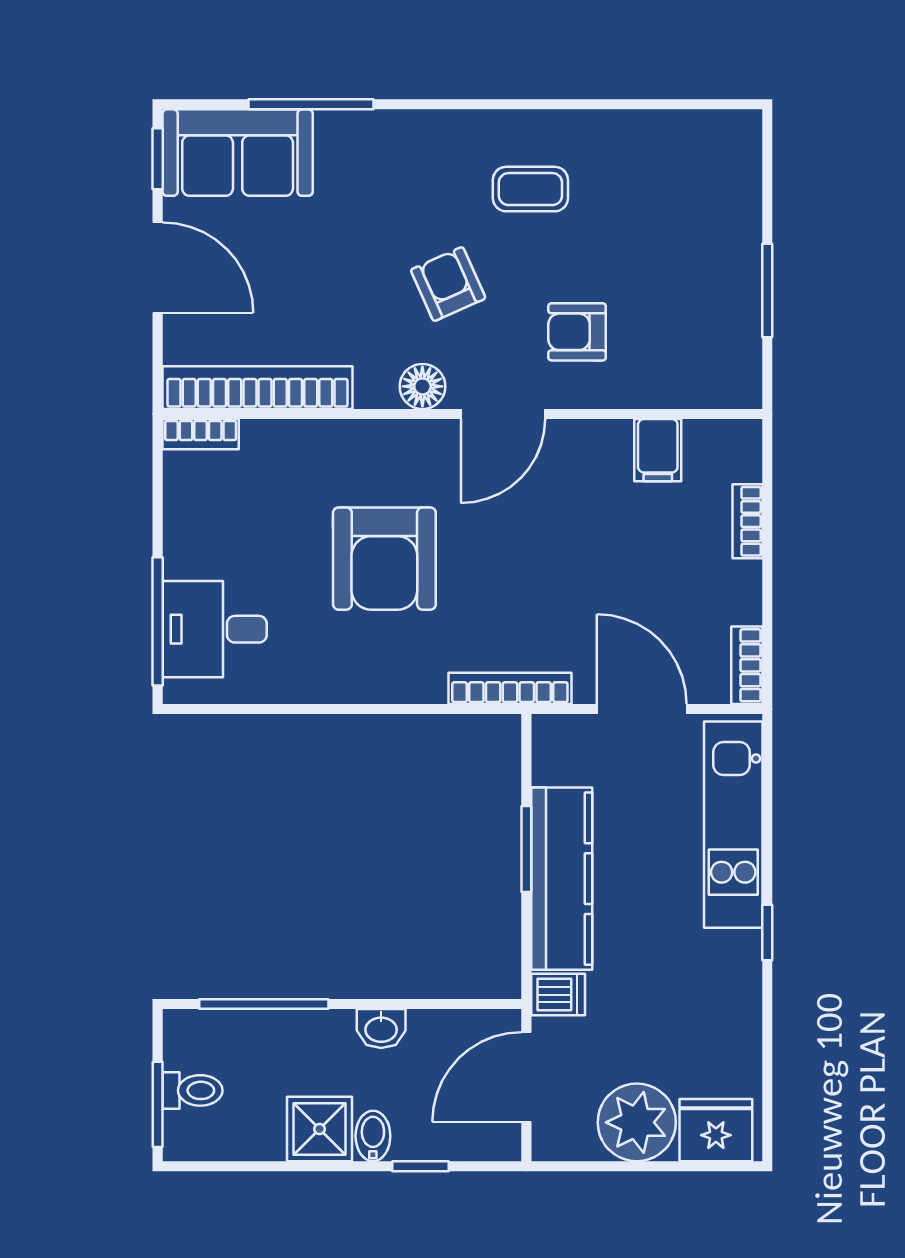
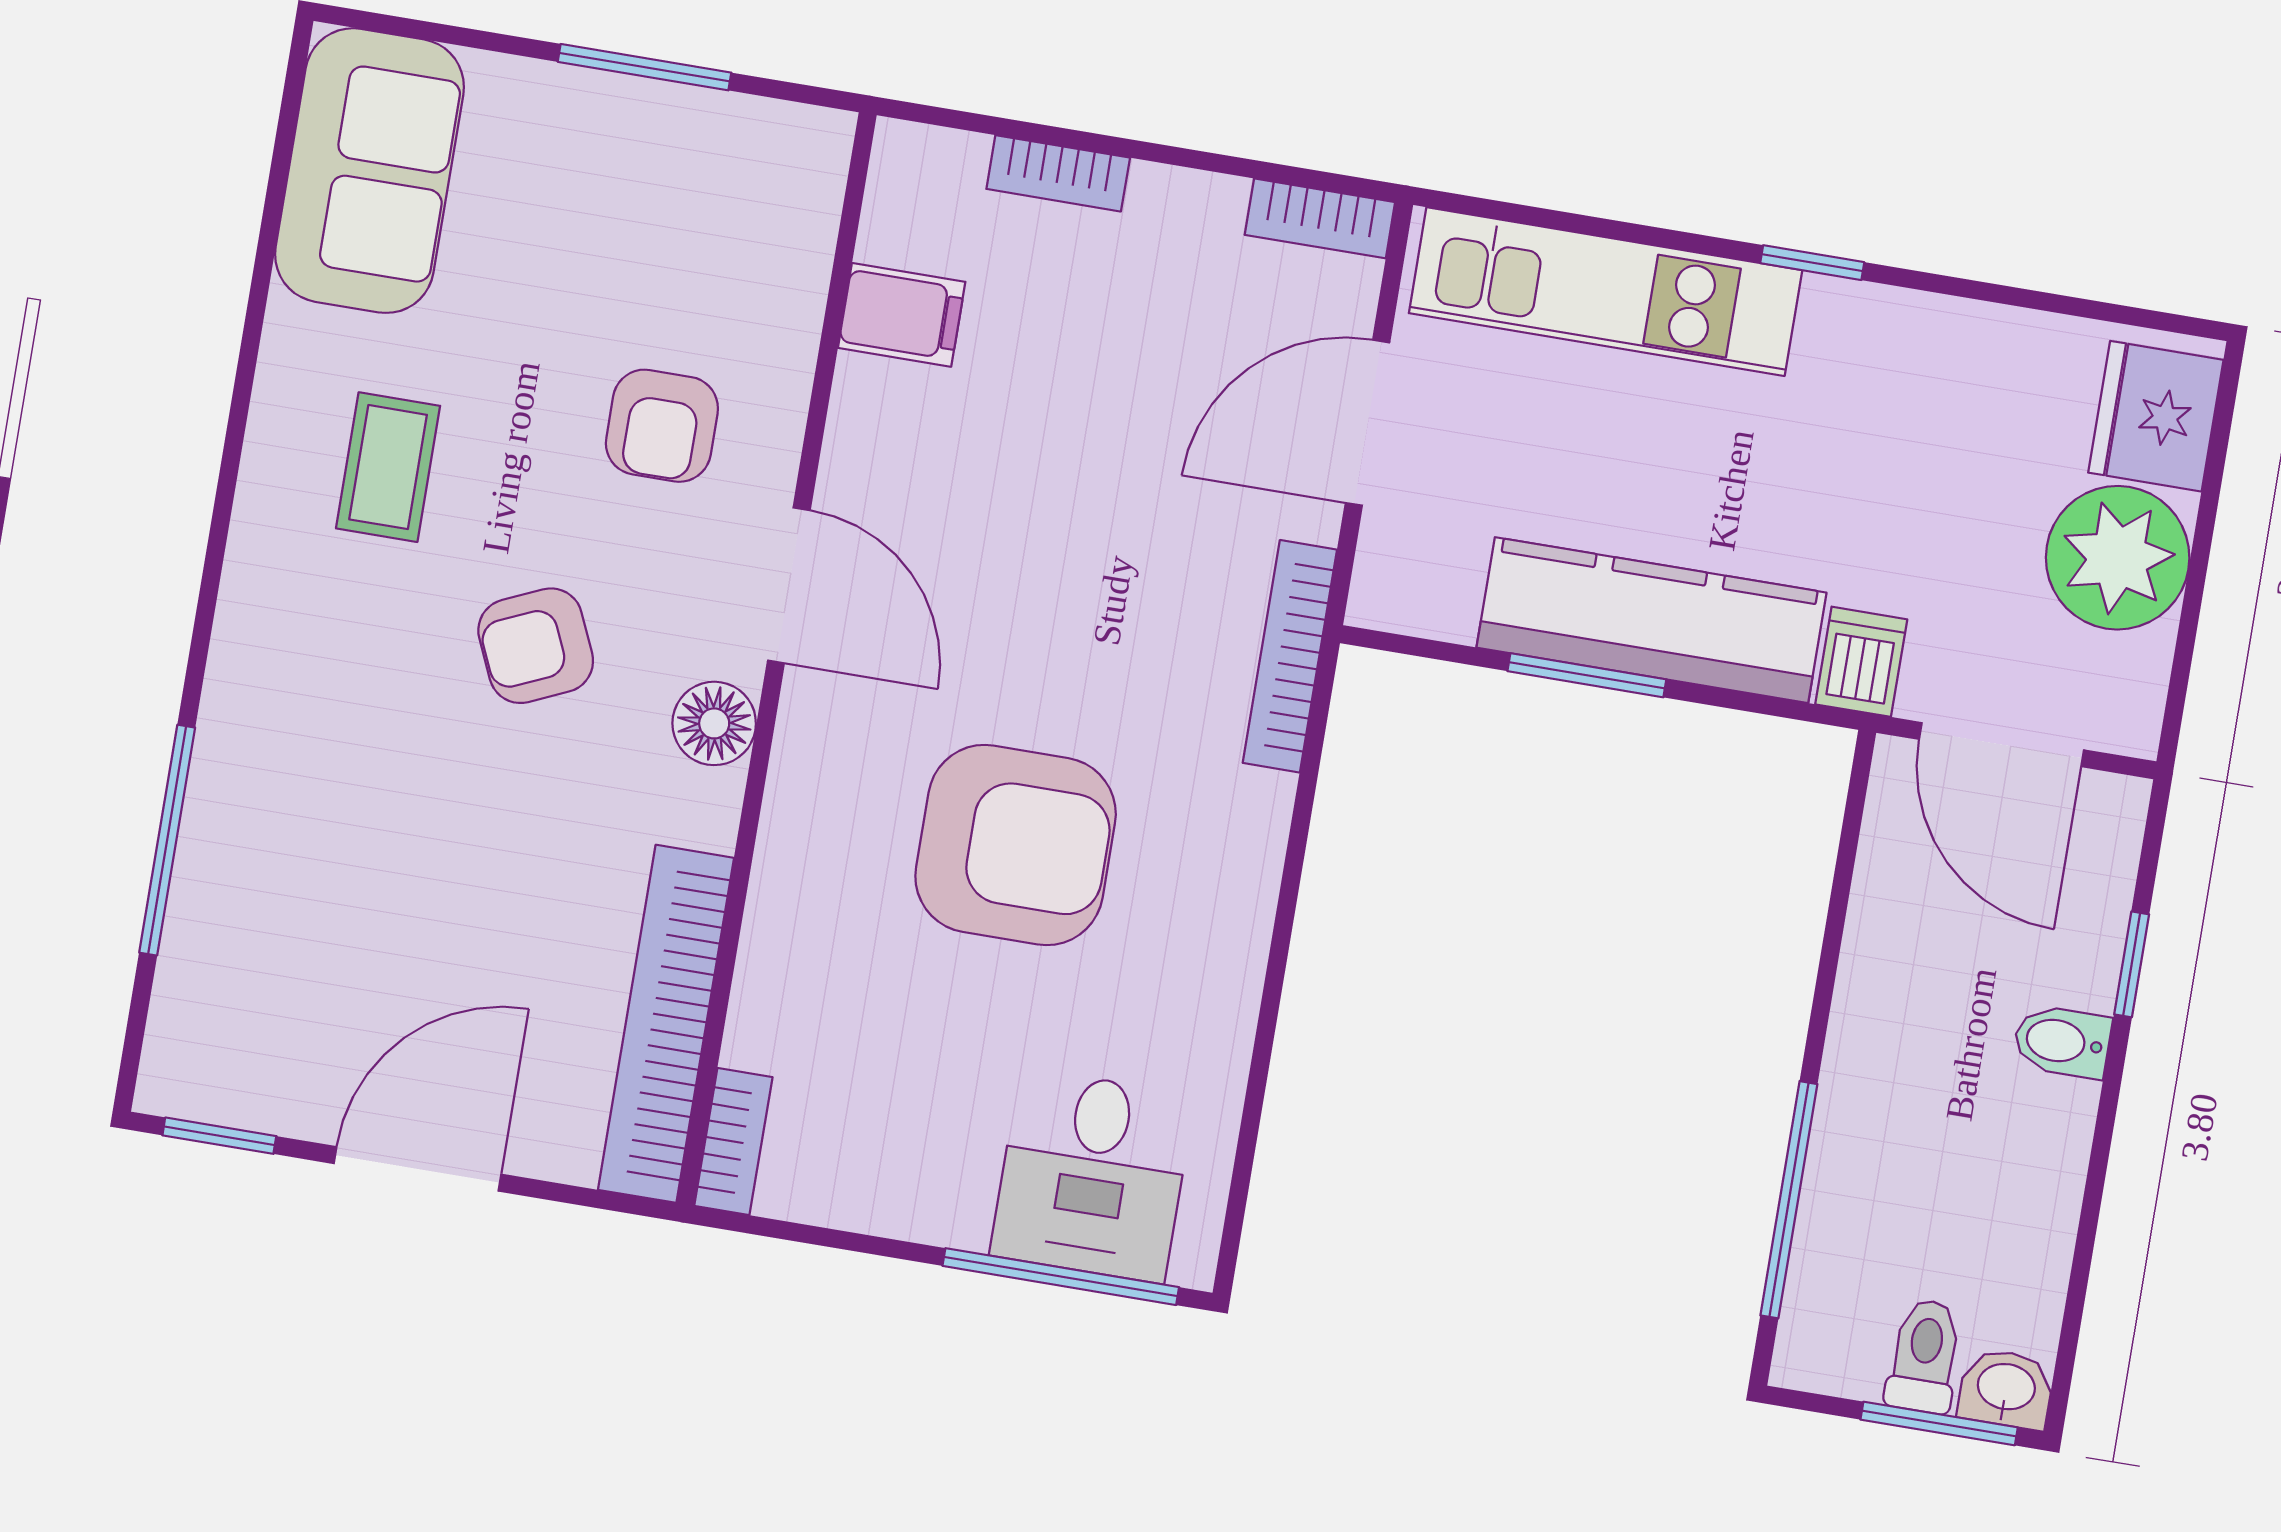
sofa: (238, 153) -> (369, 171), moved
washbasin: (381, 1029) -> (2006, 1389), moved, turned -90
shower: (319, 1129) -> (2033, 1137), removed

